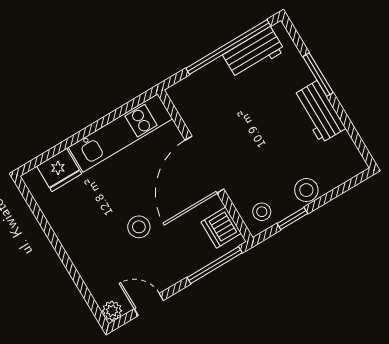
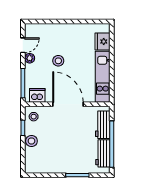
workbench: (319, 112) -> (103, 125), moved, turned -90
plant: (112, 311) -> (30, 58), moved

